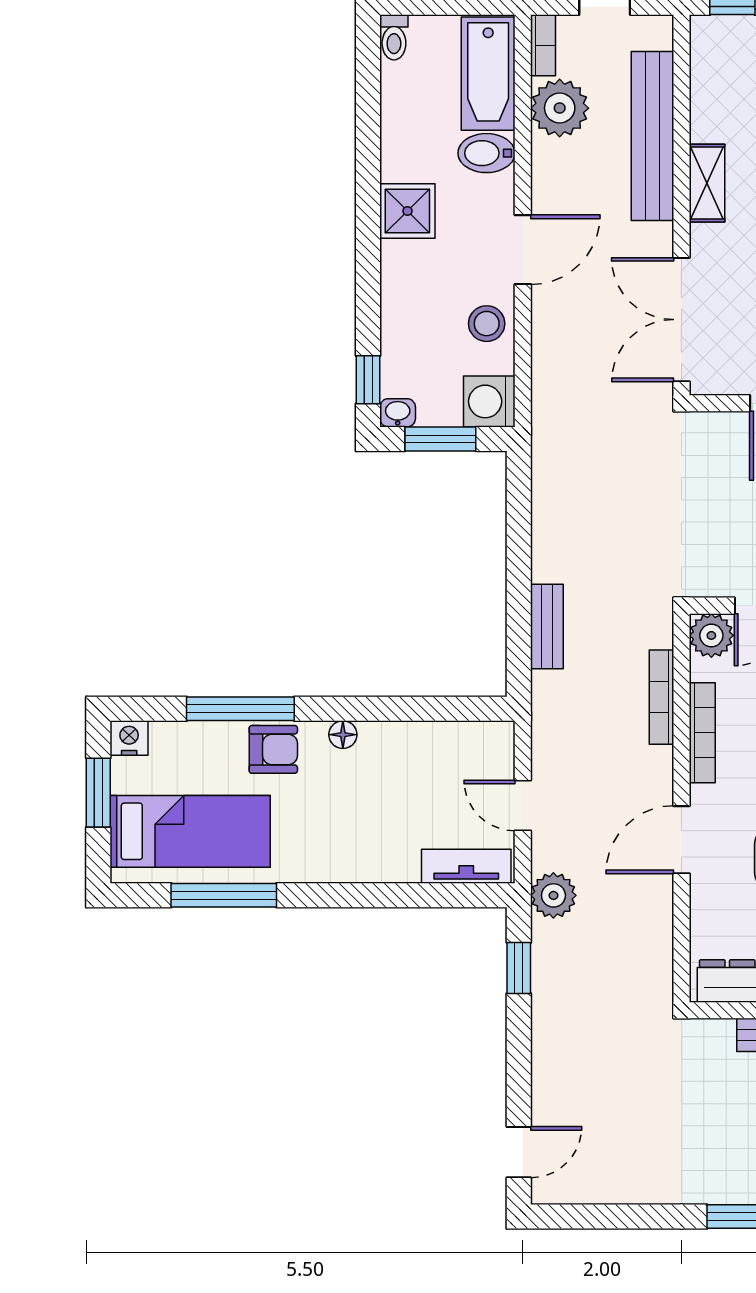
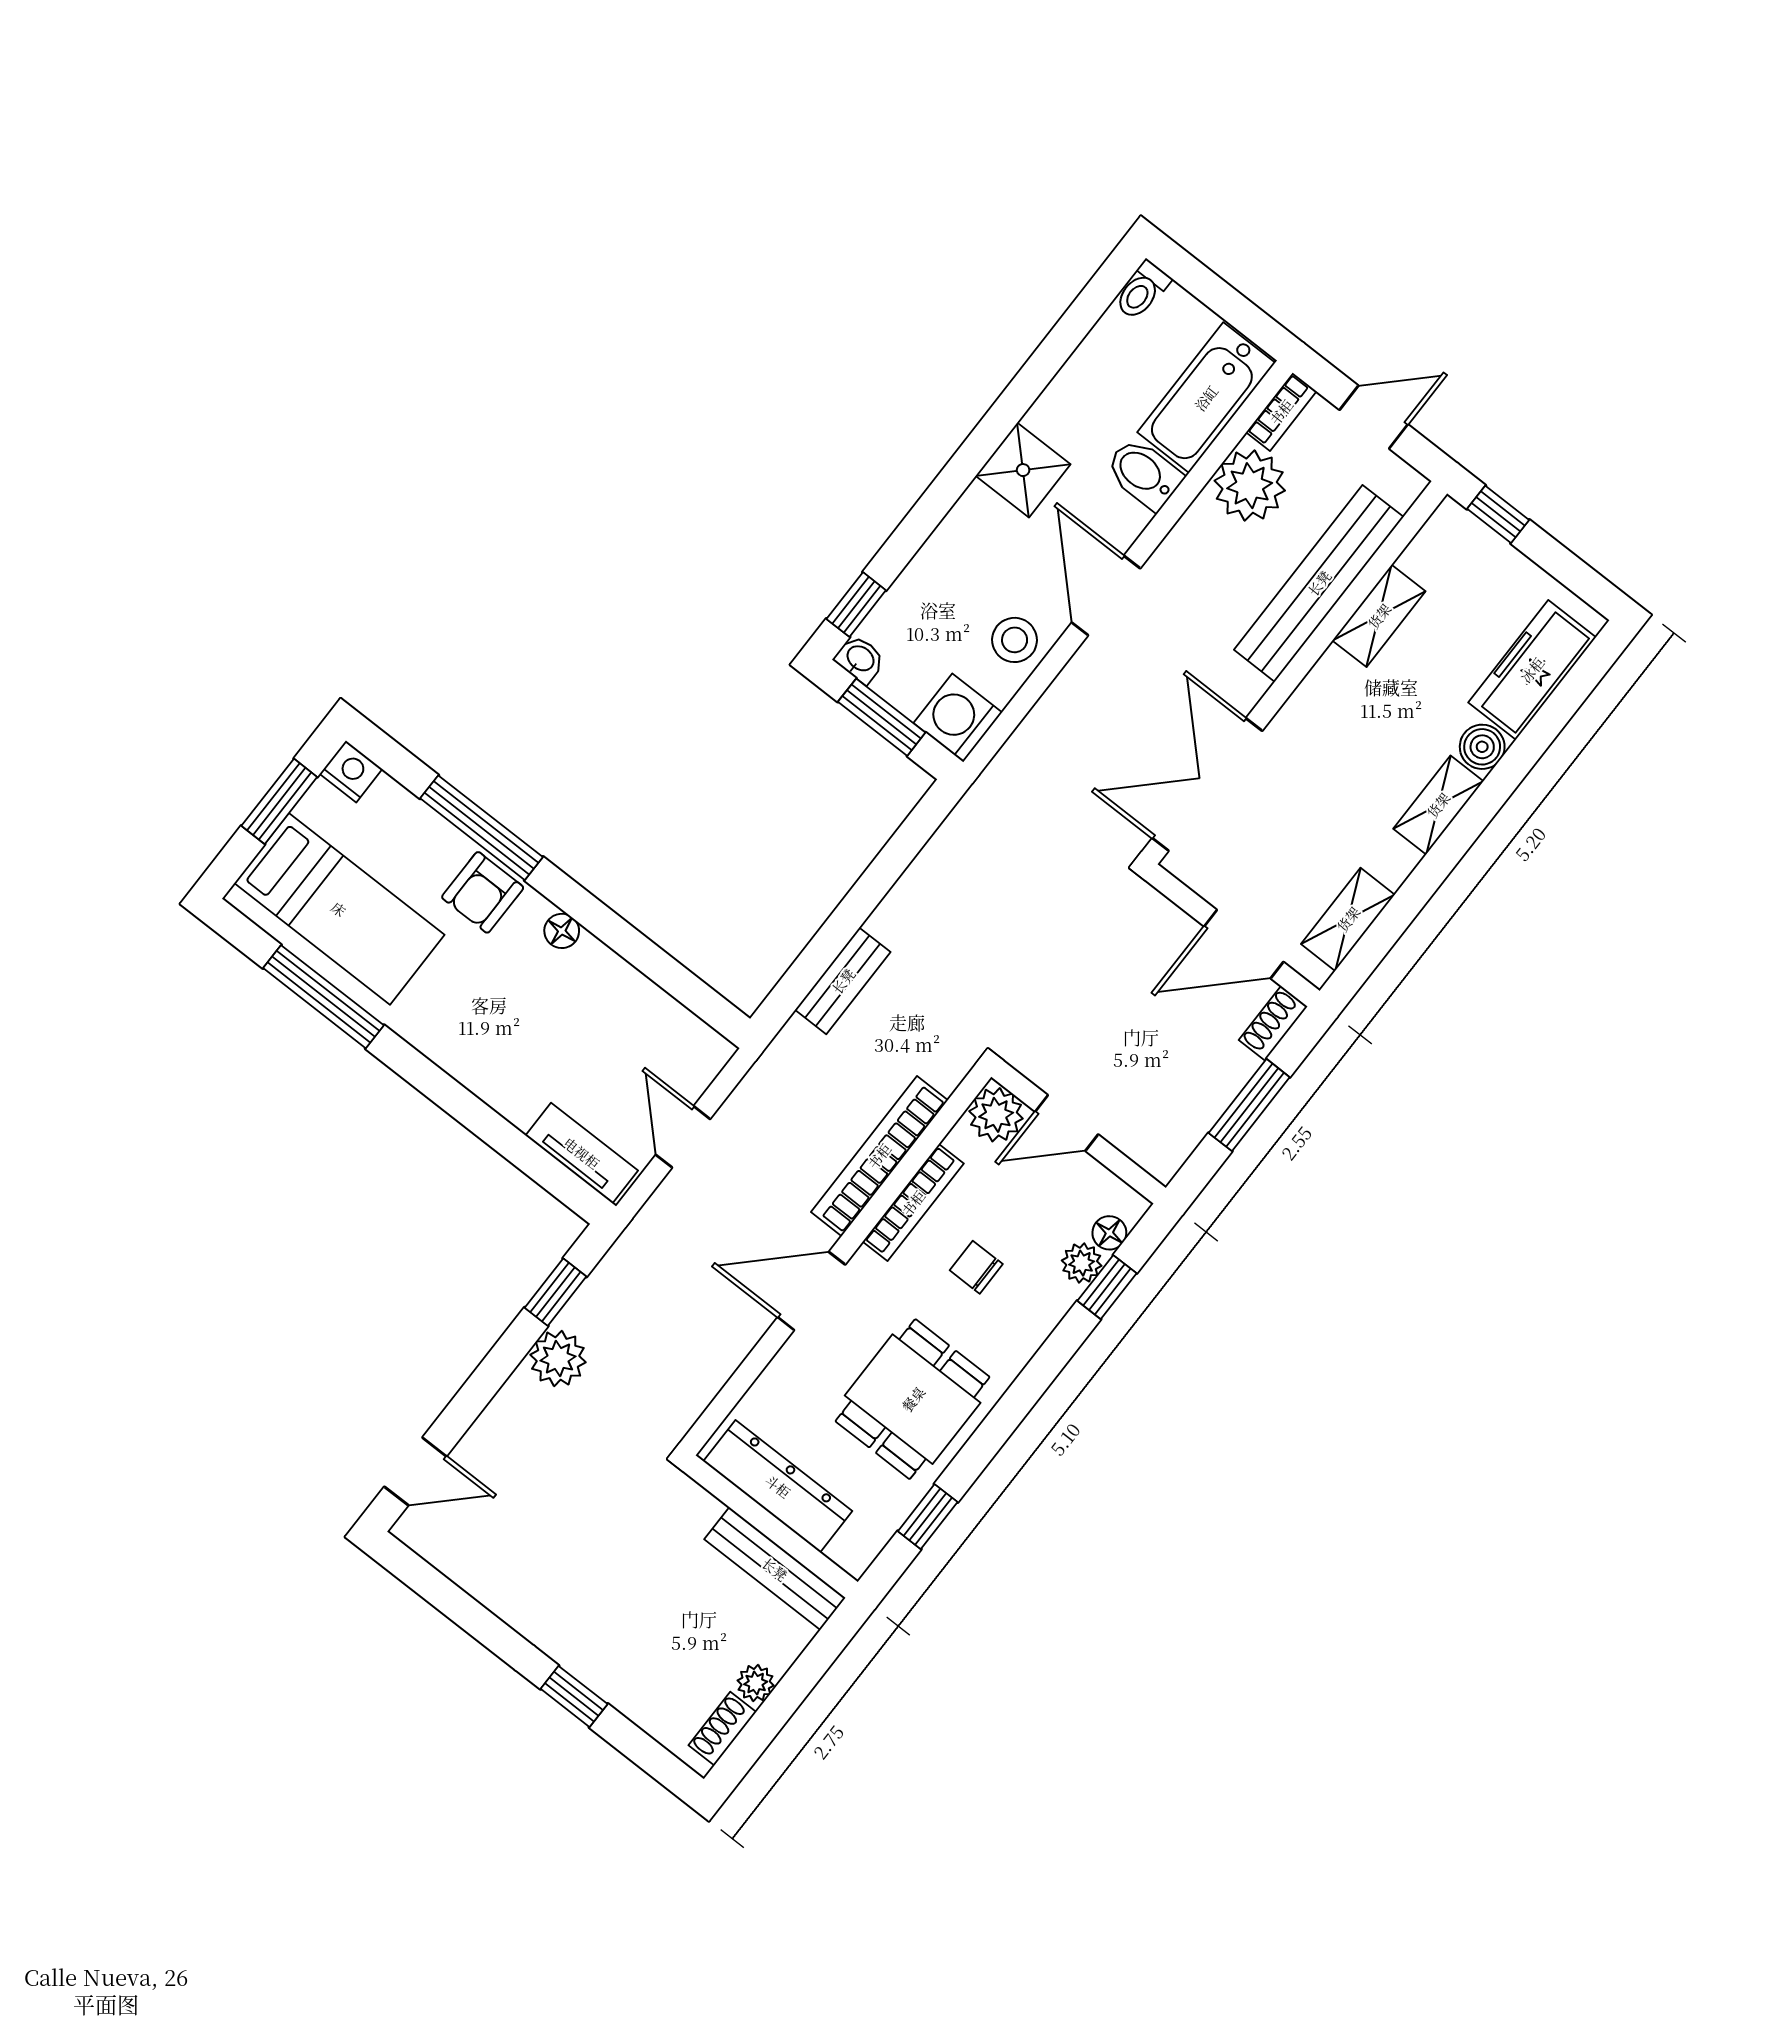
shelving: (707, 183) -> (1379, 616), moved
door: (523, 250) -> (1106, 596), swing flipped
bookcase: (661, 697) -> (879, 1156), width x1.48, depth x1.31
armchair: (273, 749) -> (483, 892), turned 90
plant: (553, 895) -> (558, 1358), moved

